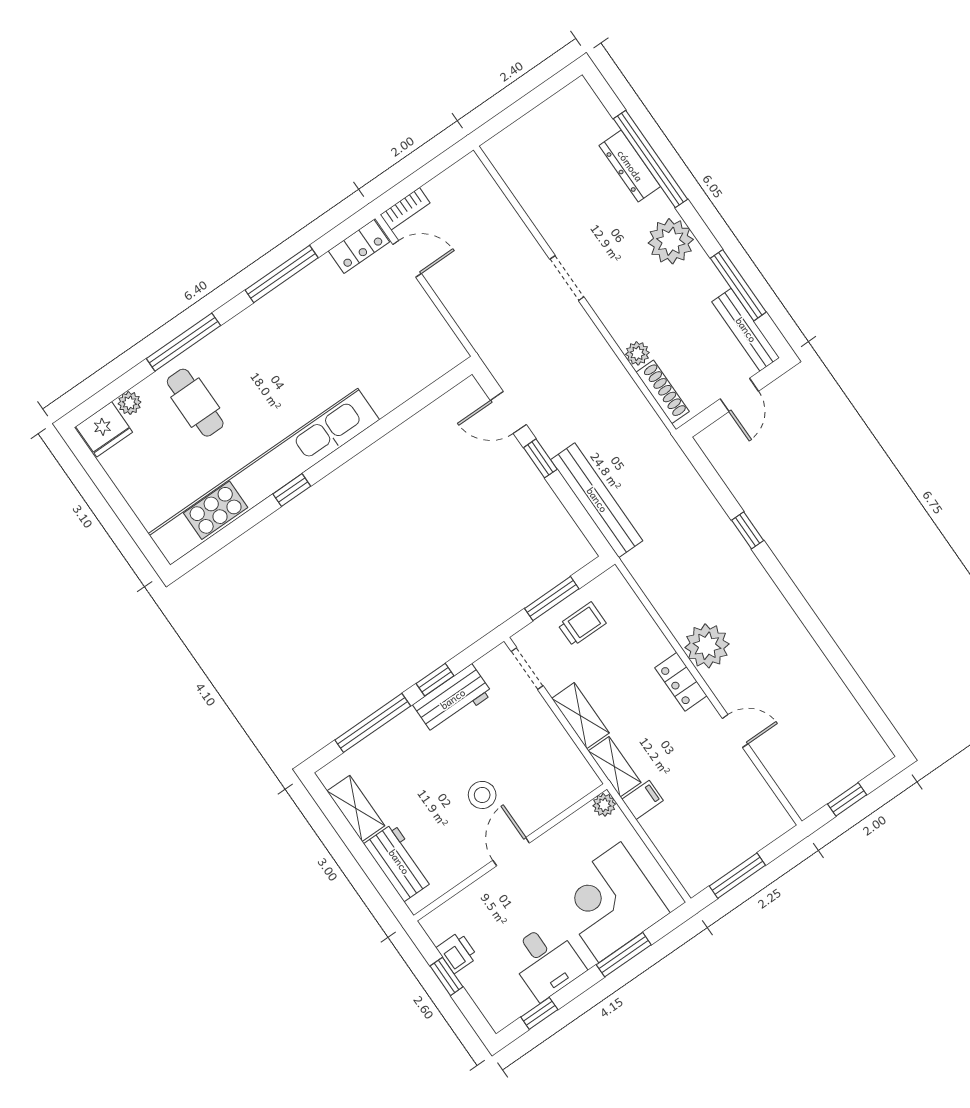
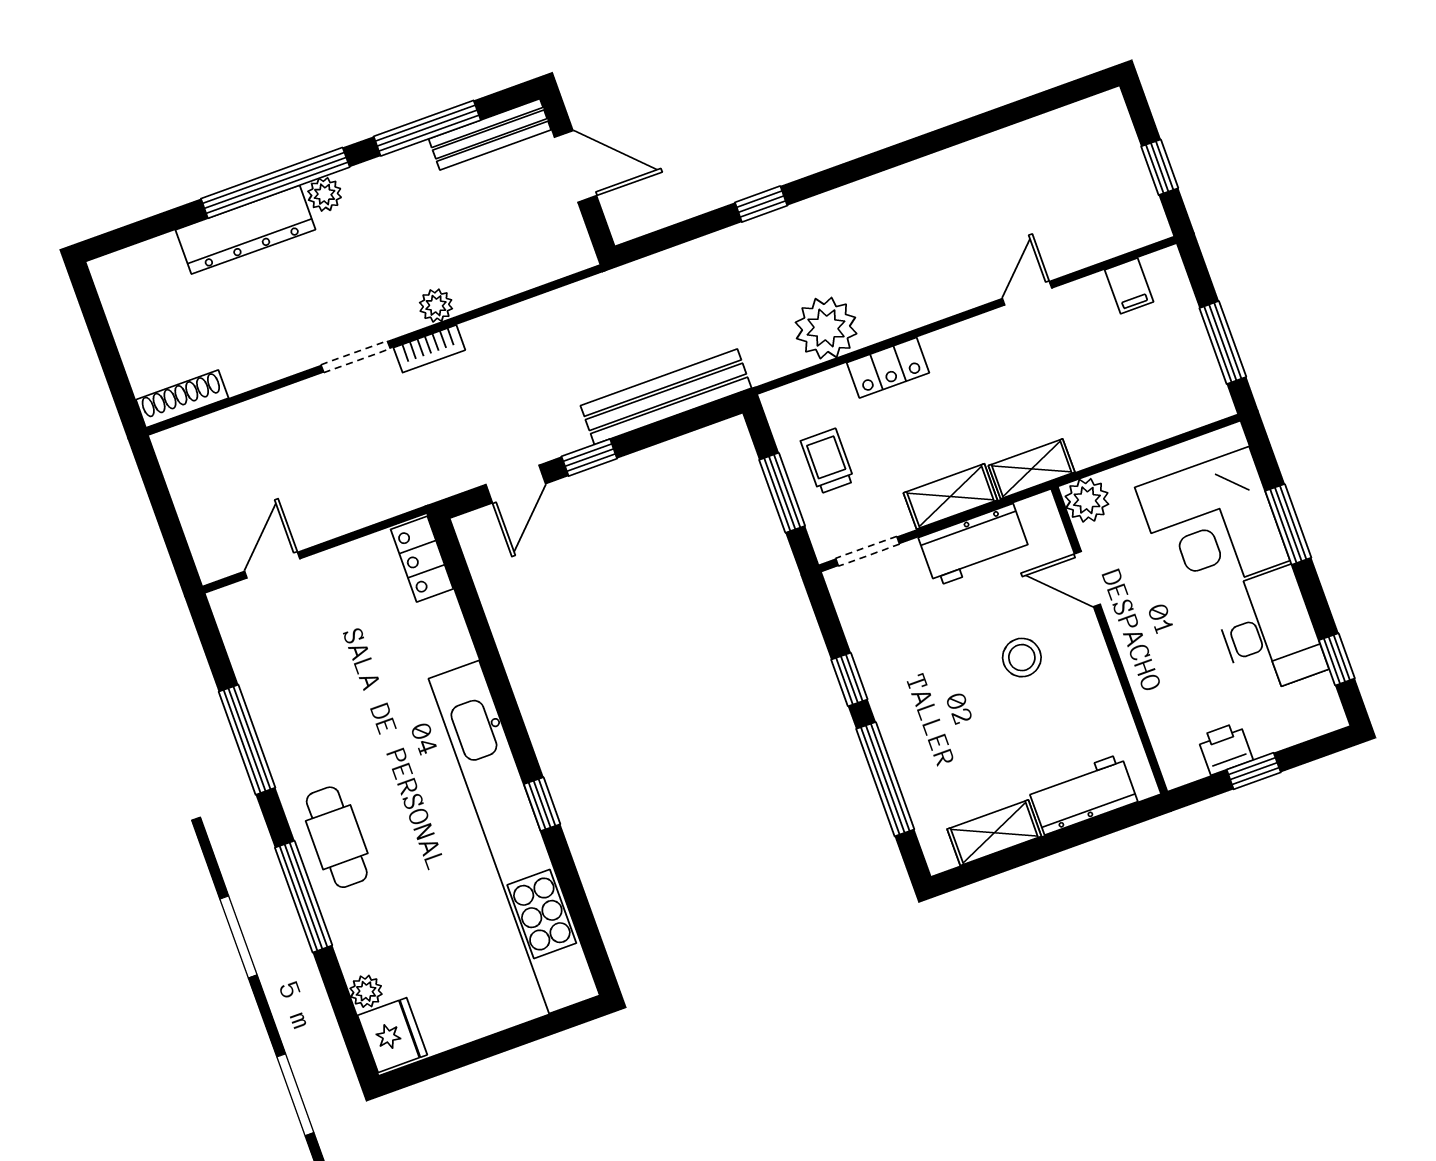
window: (651, 159) -> (275, 183), moved
dresser: (630, 166) -> (245, 230), width x1.37, depth x1.24
bookcase: (405, 209) -> (429, 349), moved, turned 90
plant: (671, 241) -> (325, 194), width x0.53, depth x0.53
locker: (359, 246) -> (422, 559), moved, turned 180
plant: (637, 353) -> (436, 306), moved
shoe rack: (663, 392) -> (182, 399), moved
door: (739, 395) -> (576, 166), width x1.38
cafe table: (195, 403) -> (337, 837), moved, turned 90
plant: (707, 646) -> (826, 328), moved
locker: (681, 682) -> (888, 368), moved
workbench: (453, 699) -> (974, 545), moved, turned 90
filing cabinet: (643, 800) -> (1129, 286), moved, turned 180
plant: (604, 805) -> (1087, 500), width x1.38, depth x1.38
door: (511, 852) -> (1087, 579), moved
desk: (546, 961) -> (1269, 631), width x1.37

